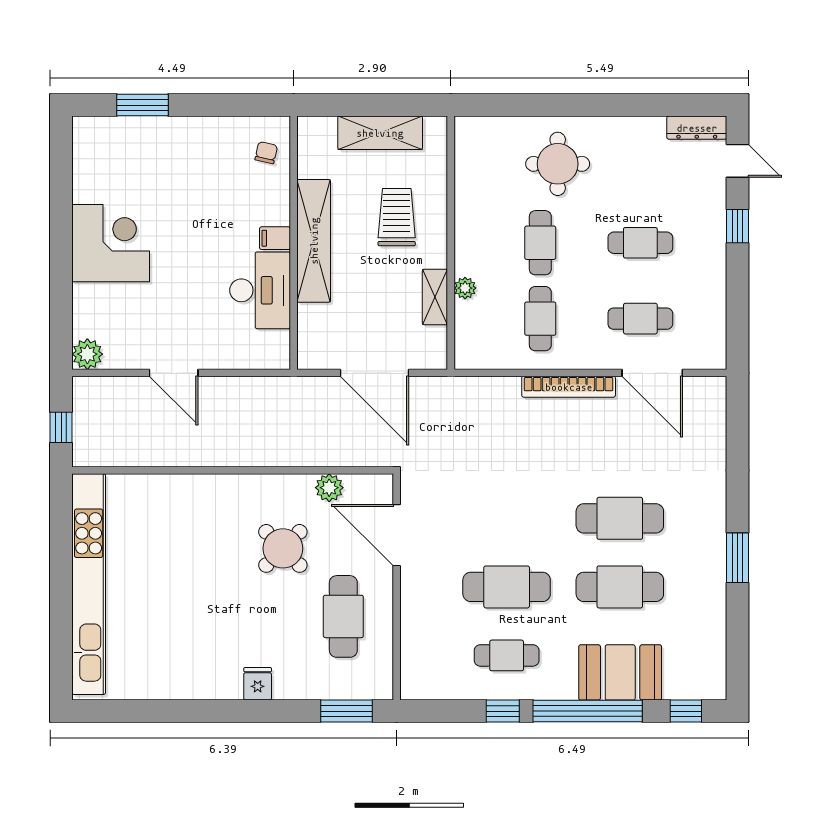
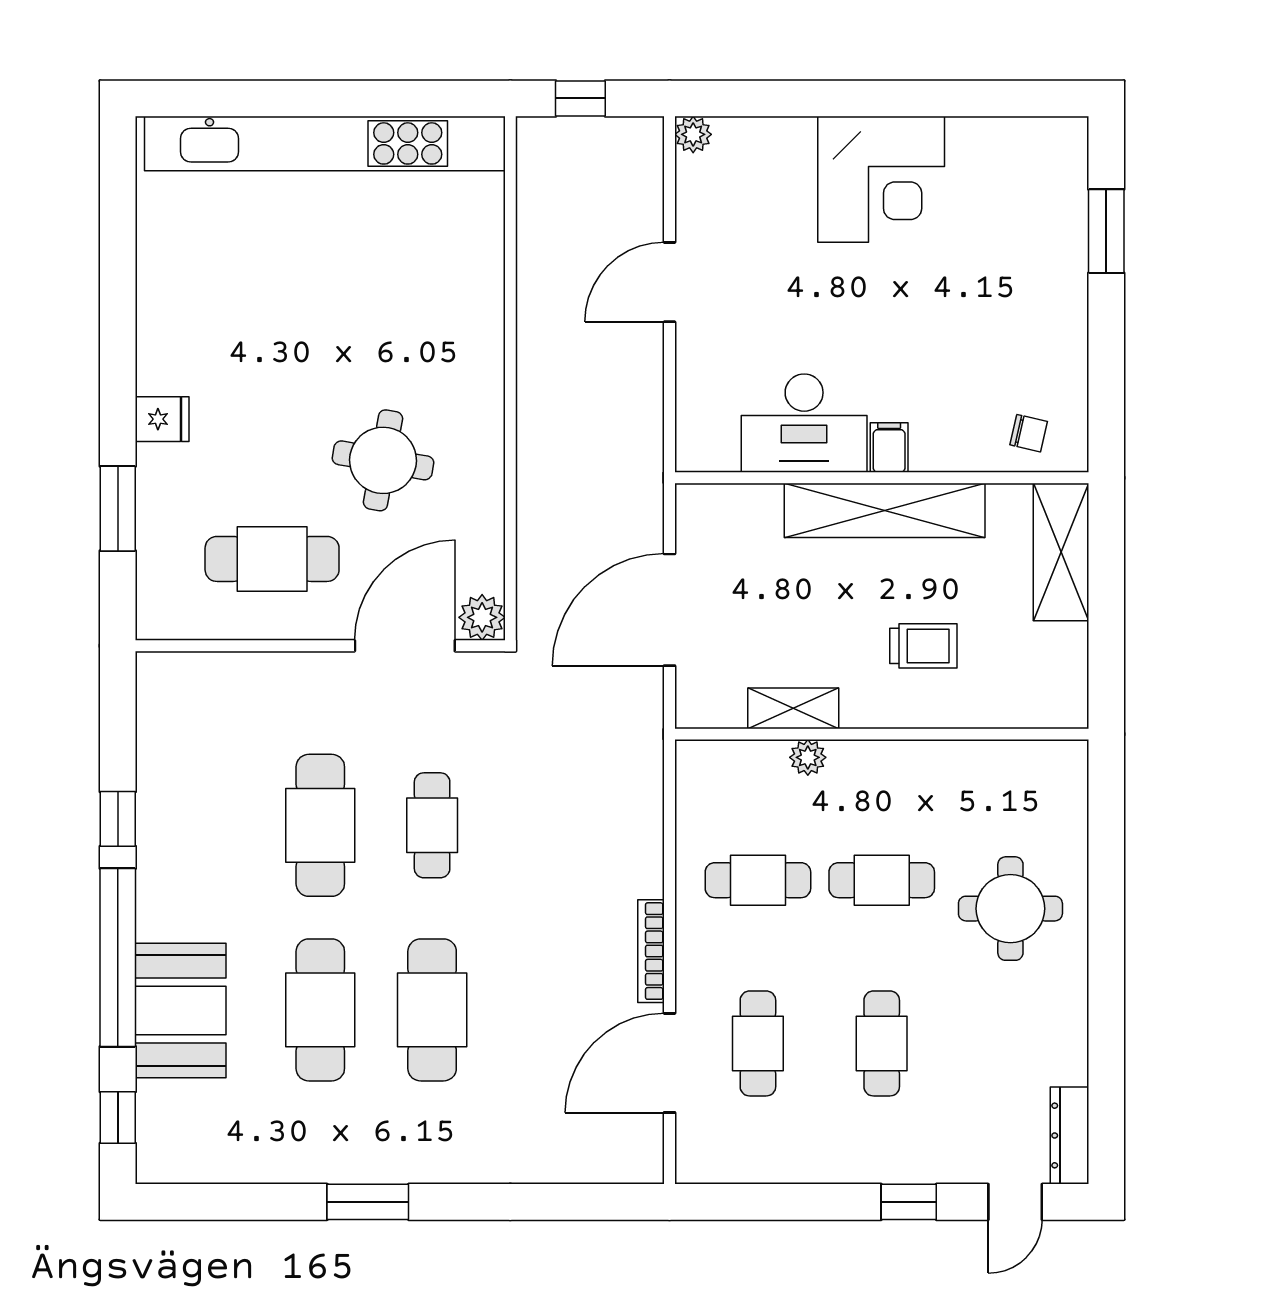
shelving: (380, 133) -> (1061, 552), moved
trolley: (397, 217) -> (923, 646), width x0.73, depth x0.72
plant: (87, 354) -> (693, 134), width x0.73, depth x0.73
bookcase: (569, 387) -> (651, 951), width x0.68, depth x0.76
plant: (329, 488) -> (482, 617), moved
round table: (283, 548) -> (383, 460), turned -35
cafe table: (507, 655) -> (432, 825), moved
window: (347, 711) -> (118, 509), moved

